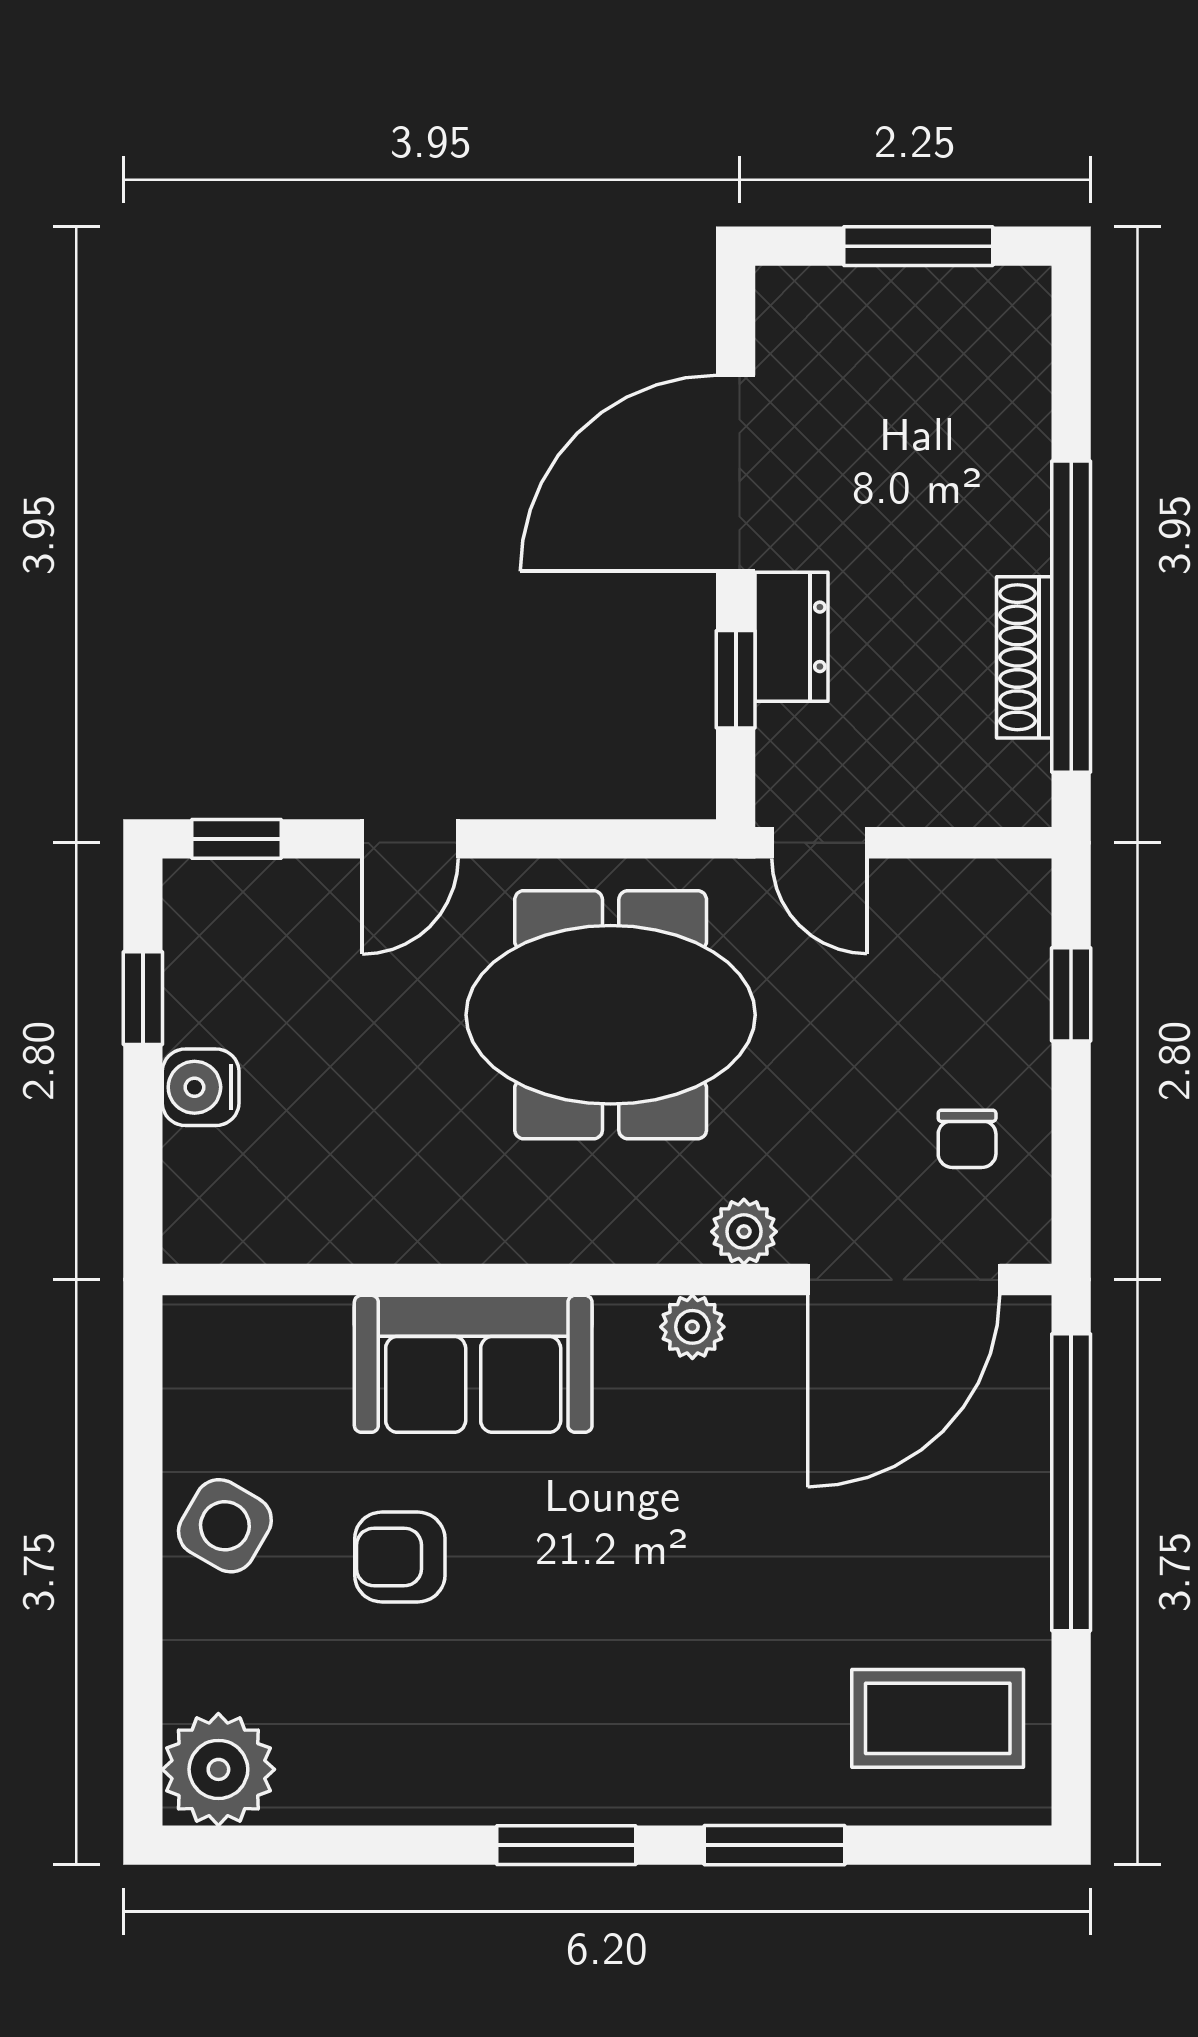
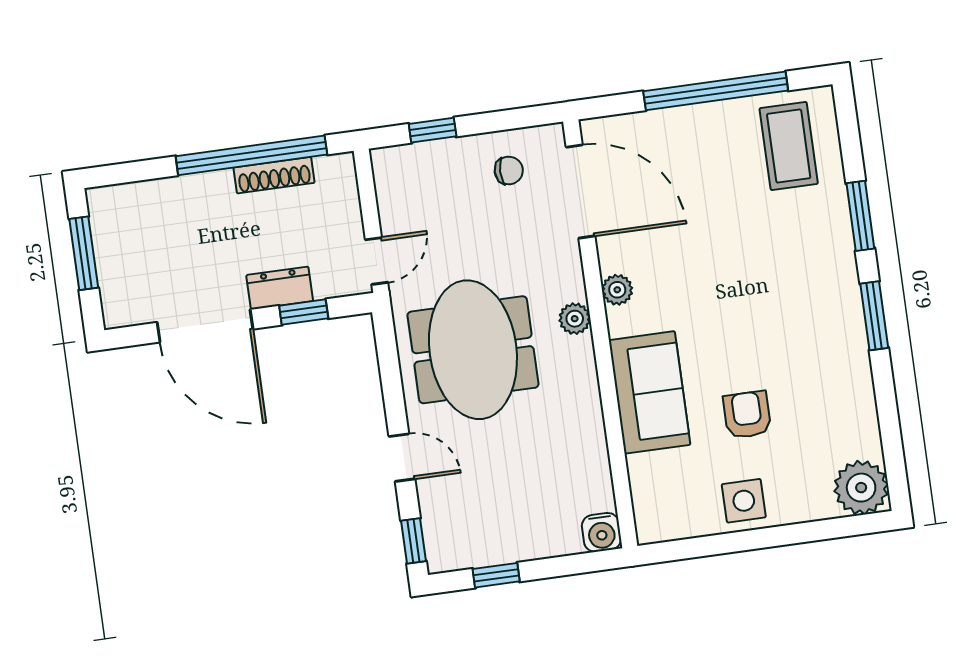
water cooler: (201, 1087) -> (601, 532), moved
plant: (744, 1232) -> (575, 319), moved
window: (1071, 1482) -> (716, 91), moved
side table: (225, 1526) -> (744, 501), turned -30
armchair: (400, 1557) -> (747, 415), turned 180

